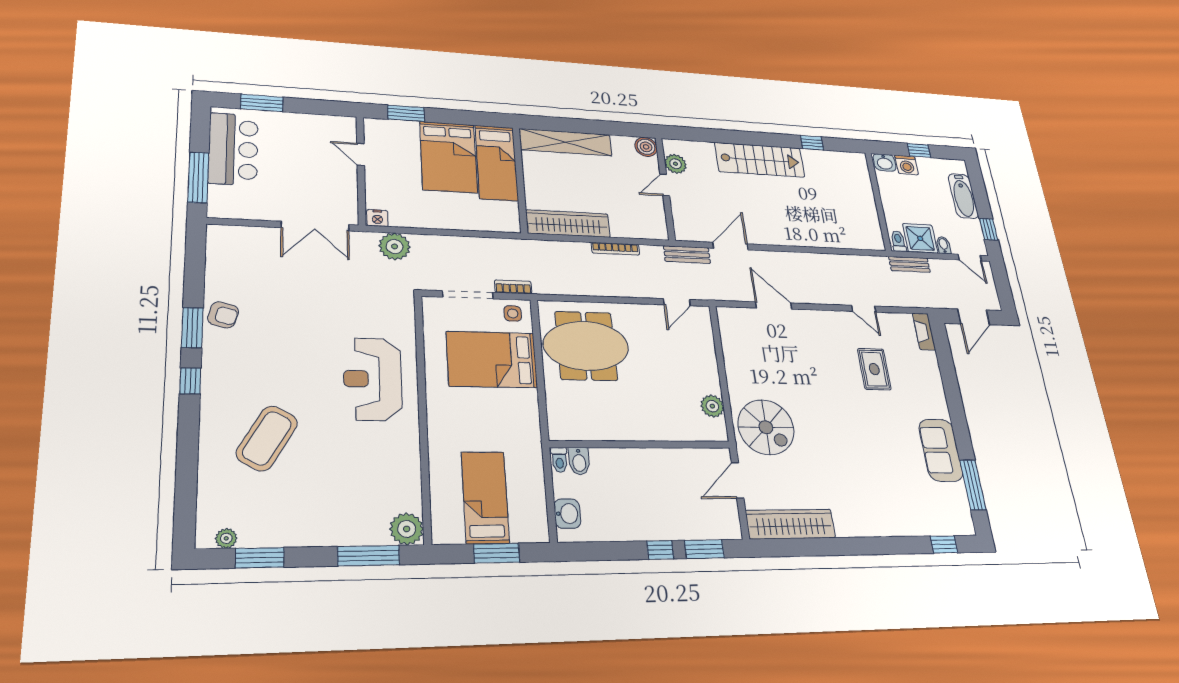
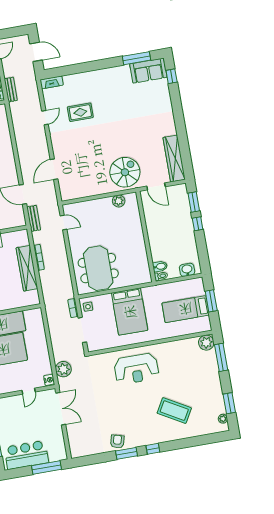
door: (361, 154) -> (29, 391), moved
wardrobe: (568, 224) -> (27, 268), moved
bed: (492, 359) -> (130, 312), moved
sofa: (941, 450) -> (148, 71), moved

